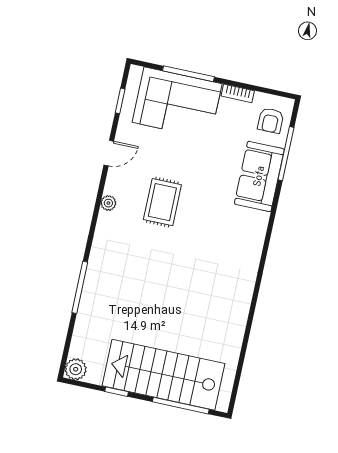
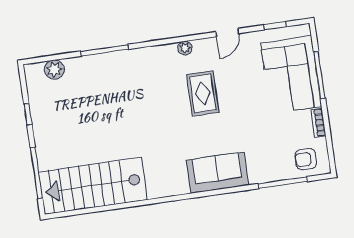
door: (109, 153) -> (227, 33), hinge flipped
sofa: (259, 176) -> (217, 173), moved
rug: (162, 202) -> (203, 93), turned 90
plant: (76, 369) -> (54, 70), moved
stairs: (163, 375) -> (93, 186), moved, turned -90

